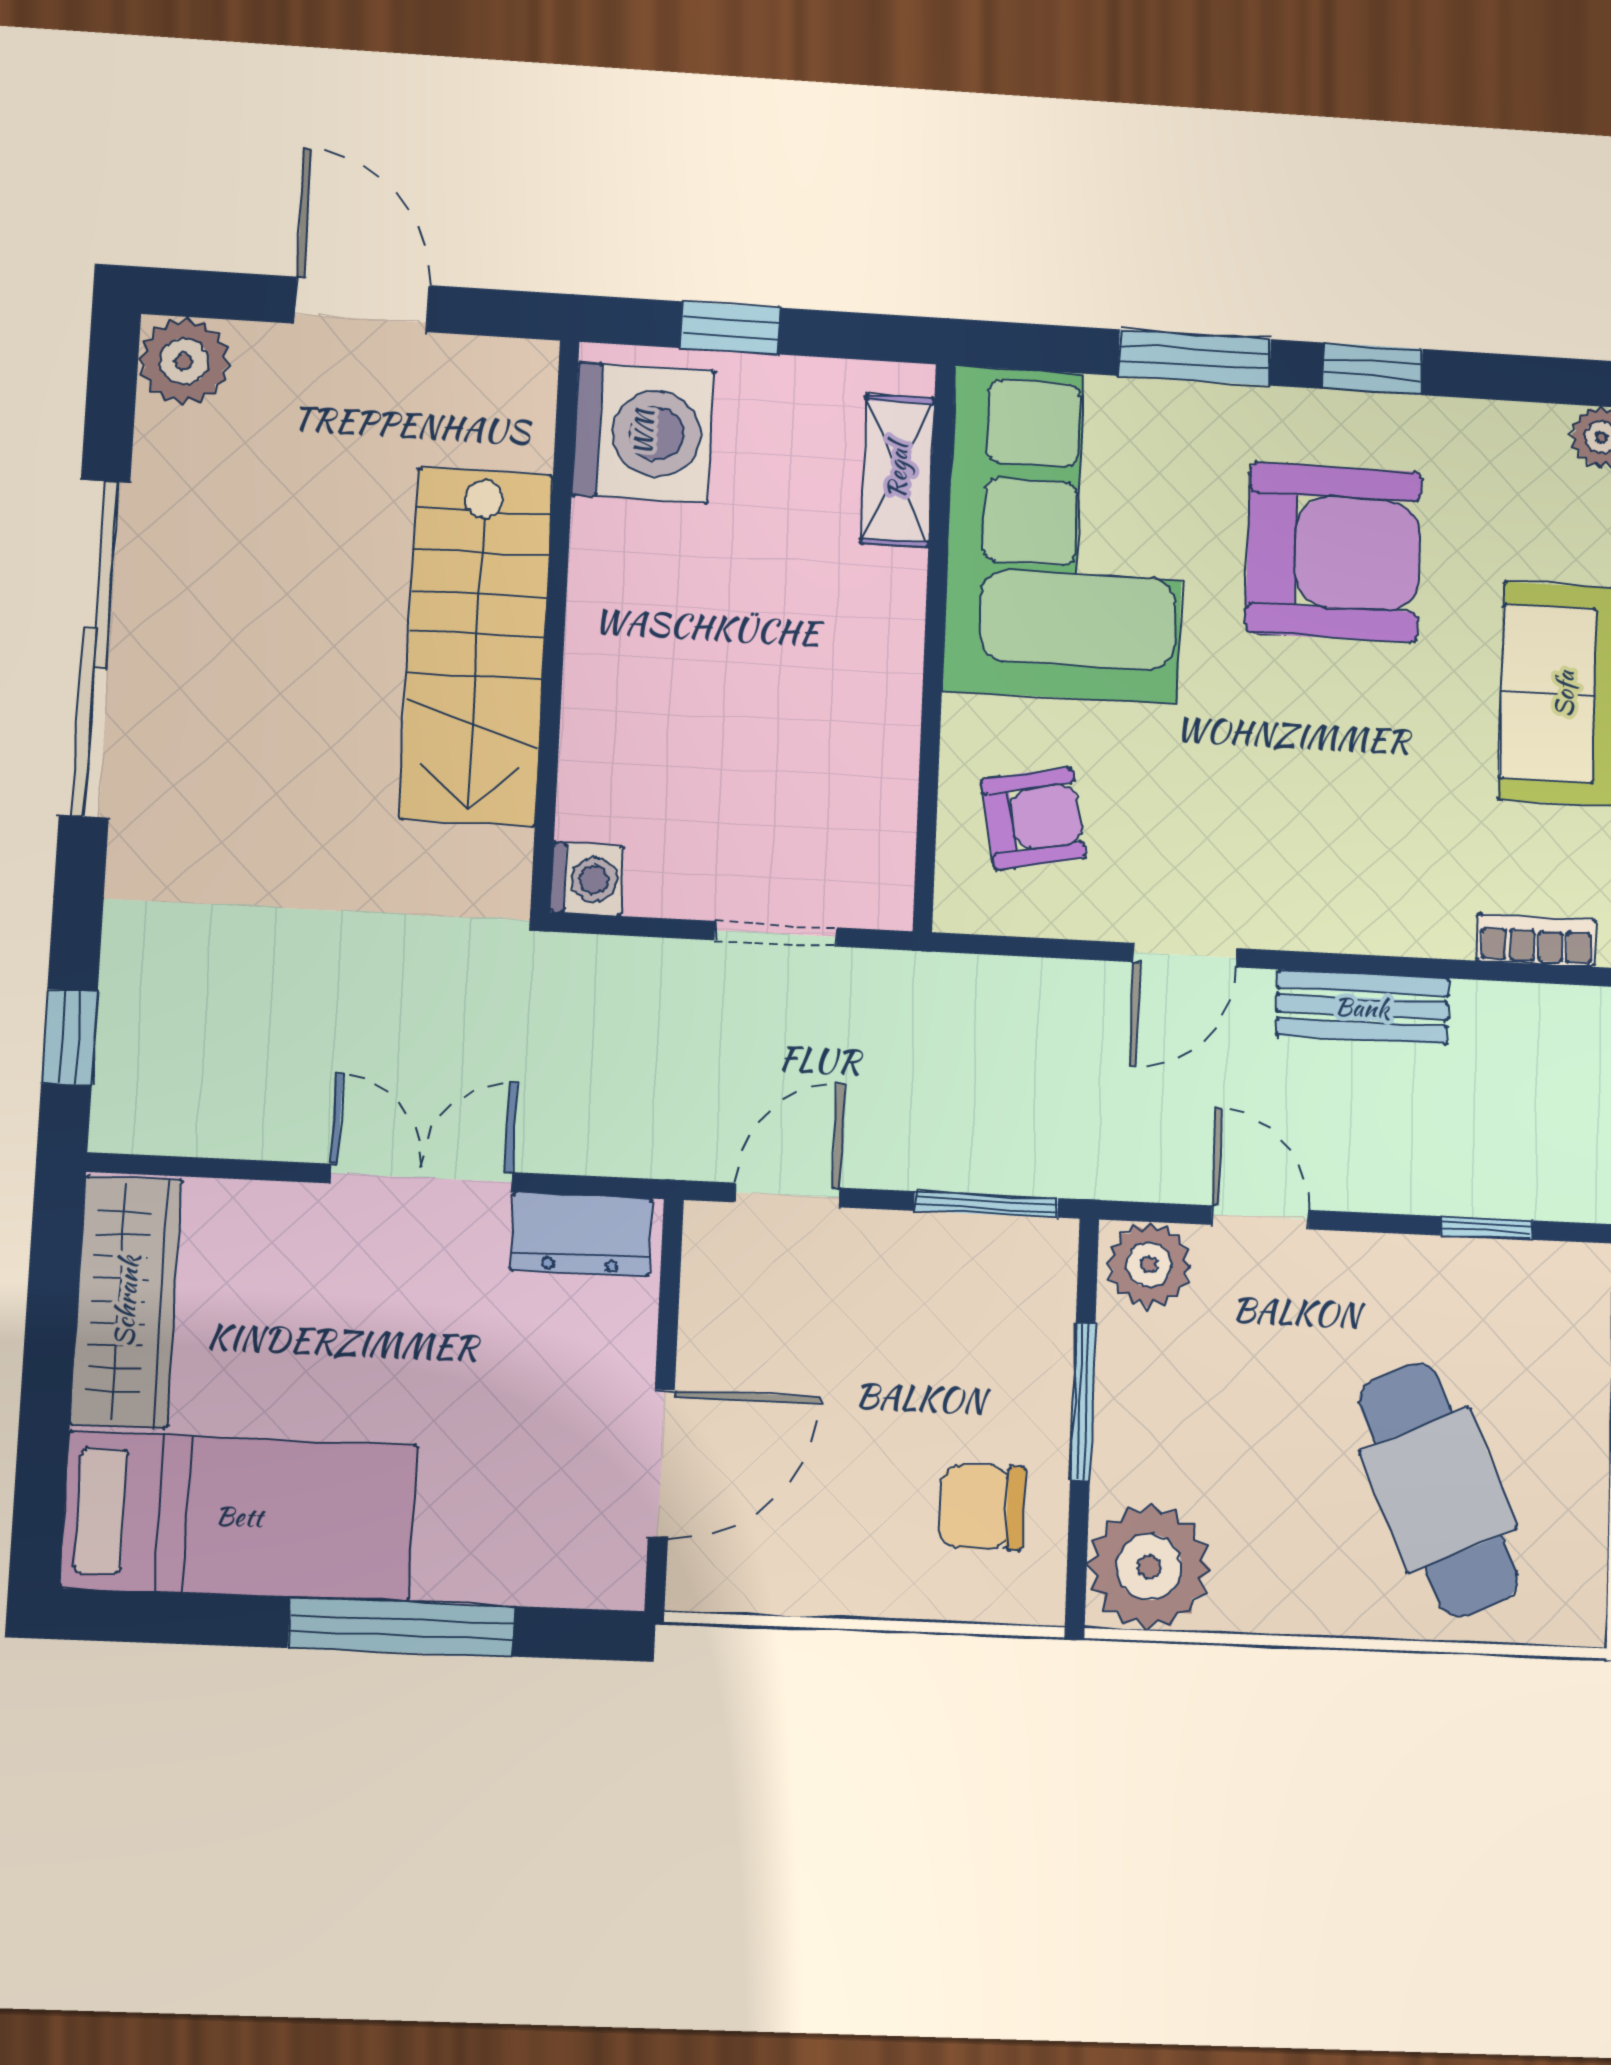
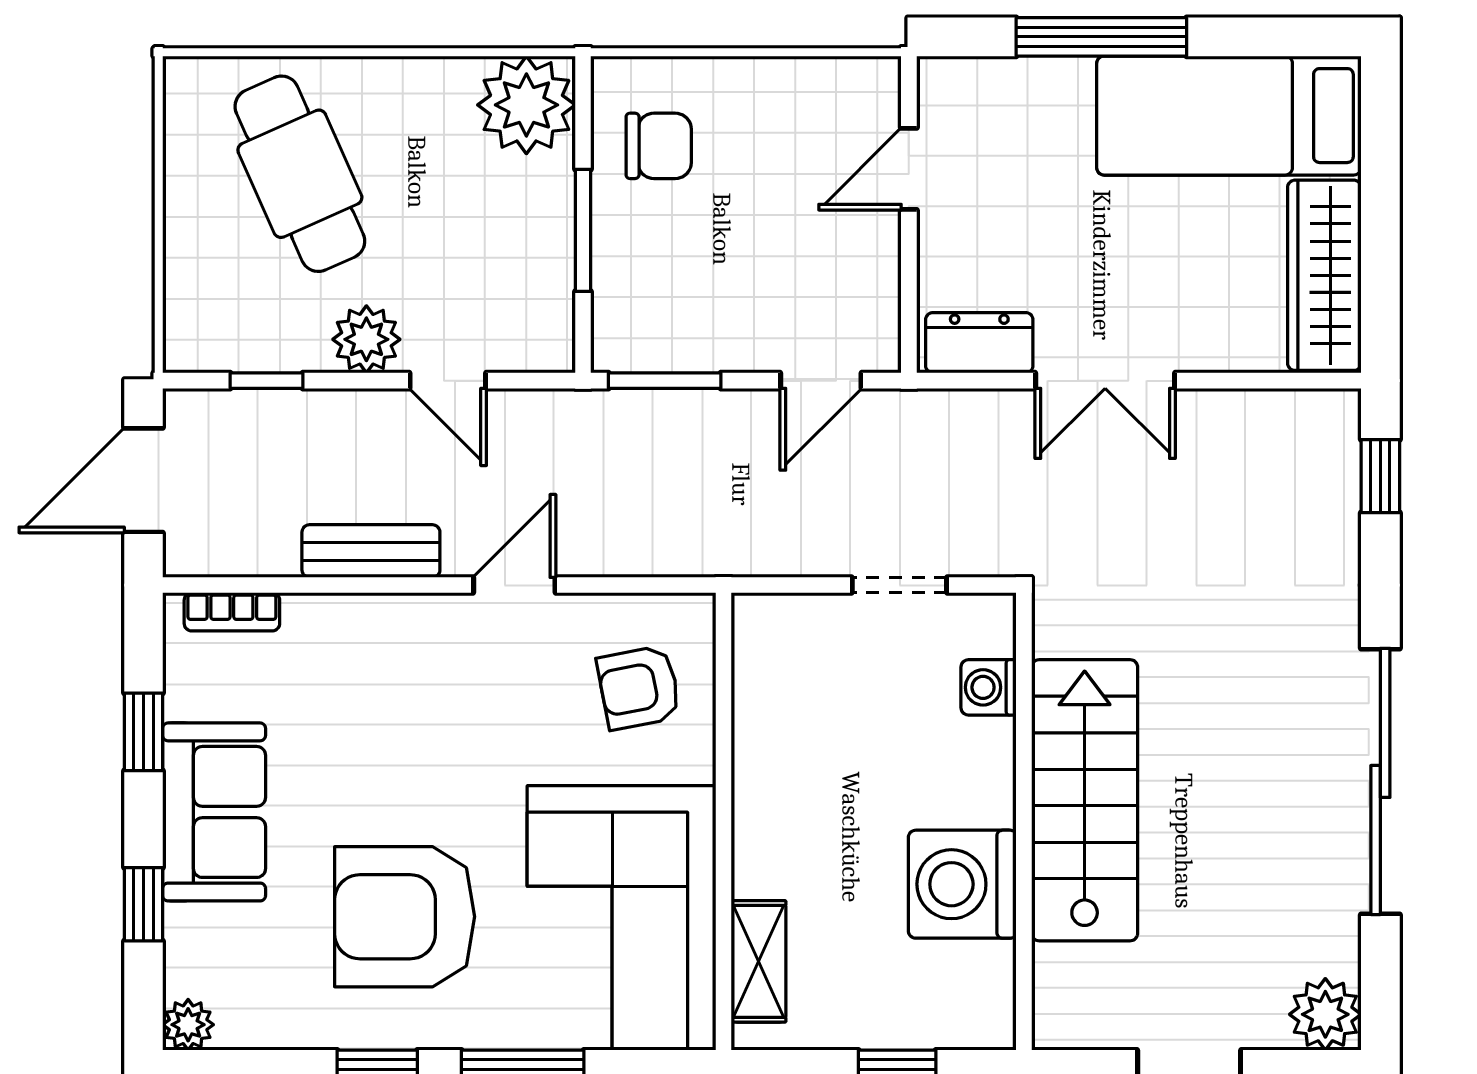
washing machine: (643, 433) -> (962, 884), moved
washing machine: (587, 879) -> (989, 687), moved
doorway: (776, 934) -> (899, 585), moved
plant: (1149, 1265) -> (366, 339), moved
door: (661, 1464) -> (909, 169), width x0.73

